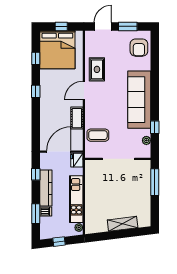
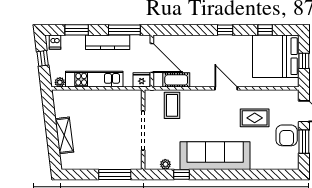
armchair: (139, 48) -> (287, 135), moved, turned -90
rug: (97, 69) -> (255, 118), moved
cot: (77, 118) -> (176, 80), moved
window: (36, 174) -> (124, 30), width x2.17
dishwasher: (46, 212) -> (55, 42), moved

